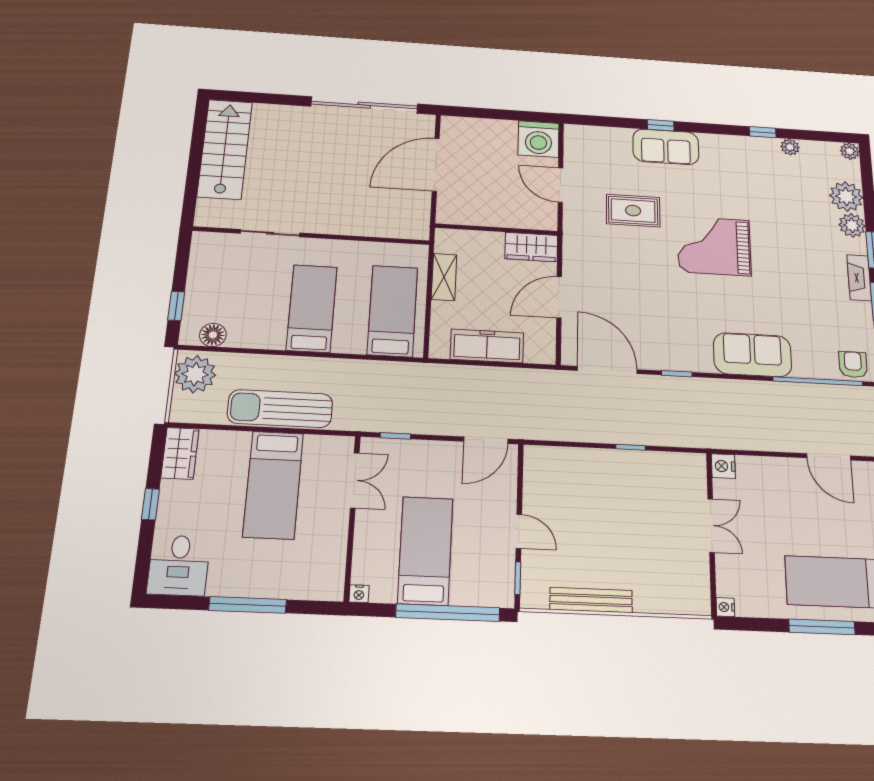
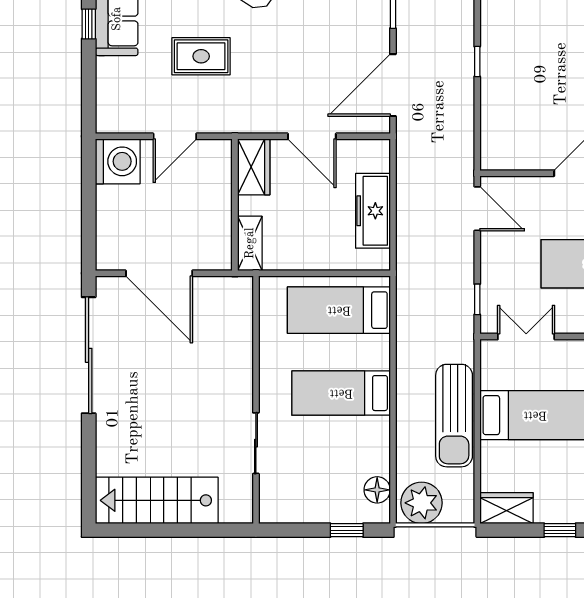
rug: (633, 211) -> (201, 56), turned 90
shelving: (444, 277) -> (250, 243), moved, turned 90

